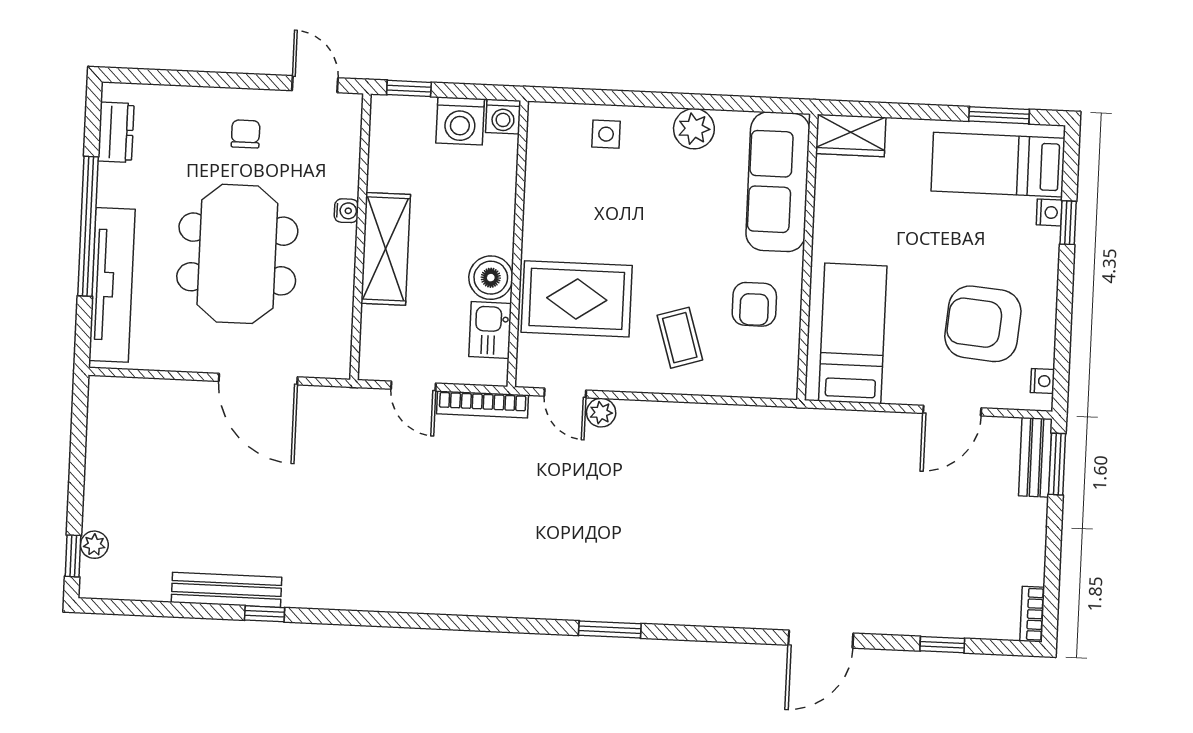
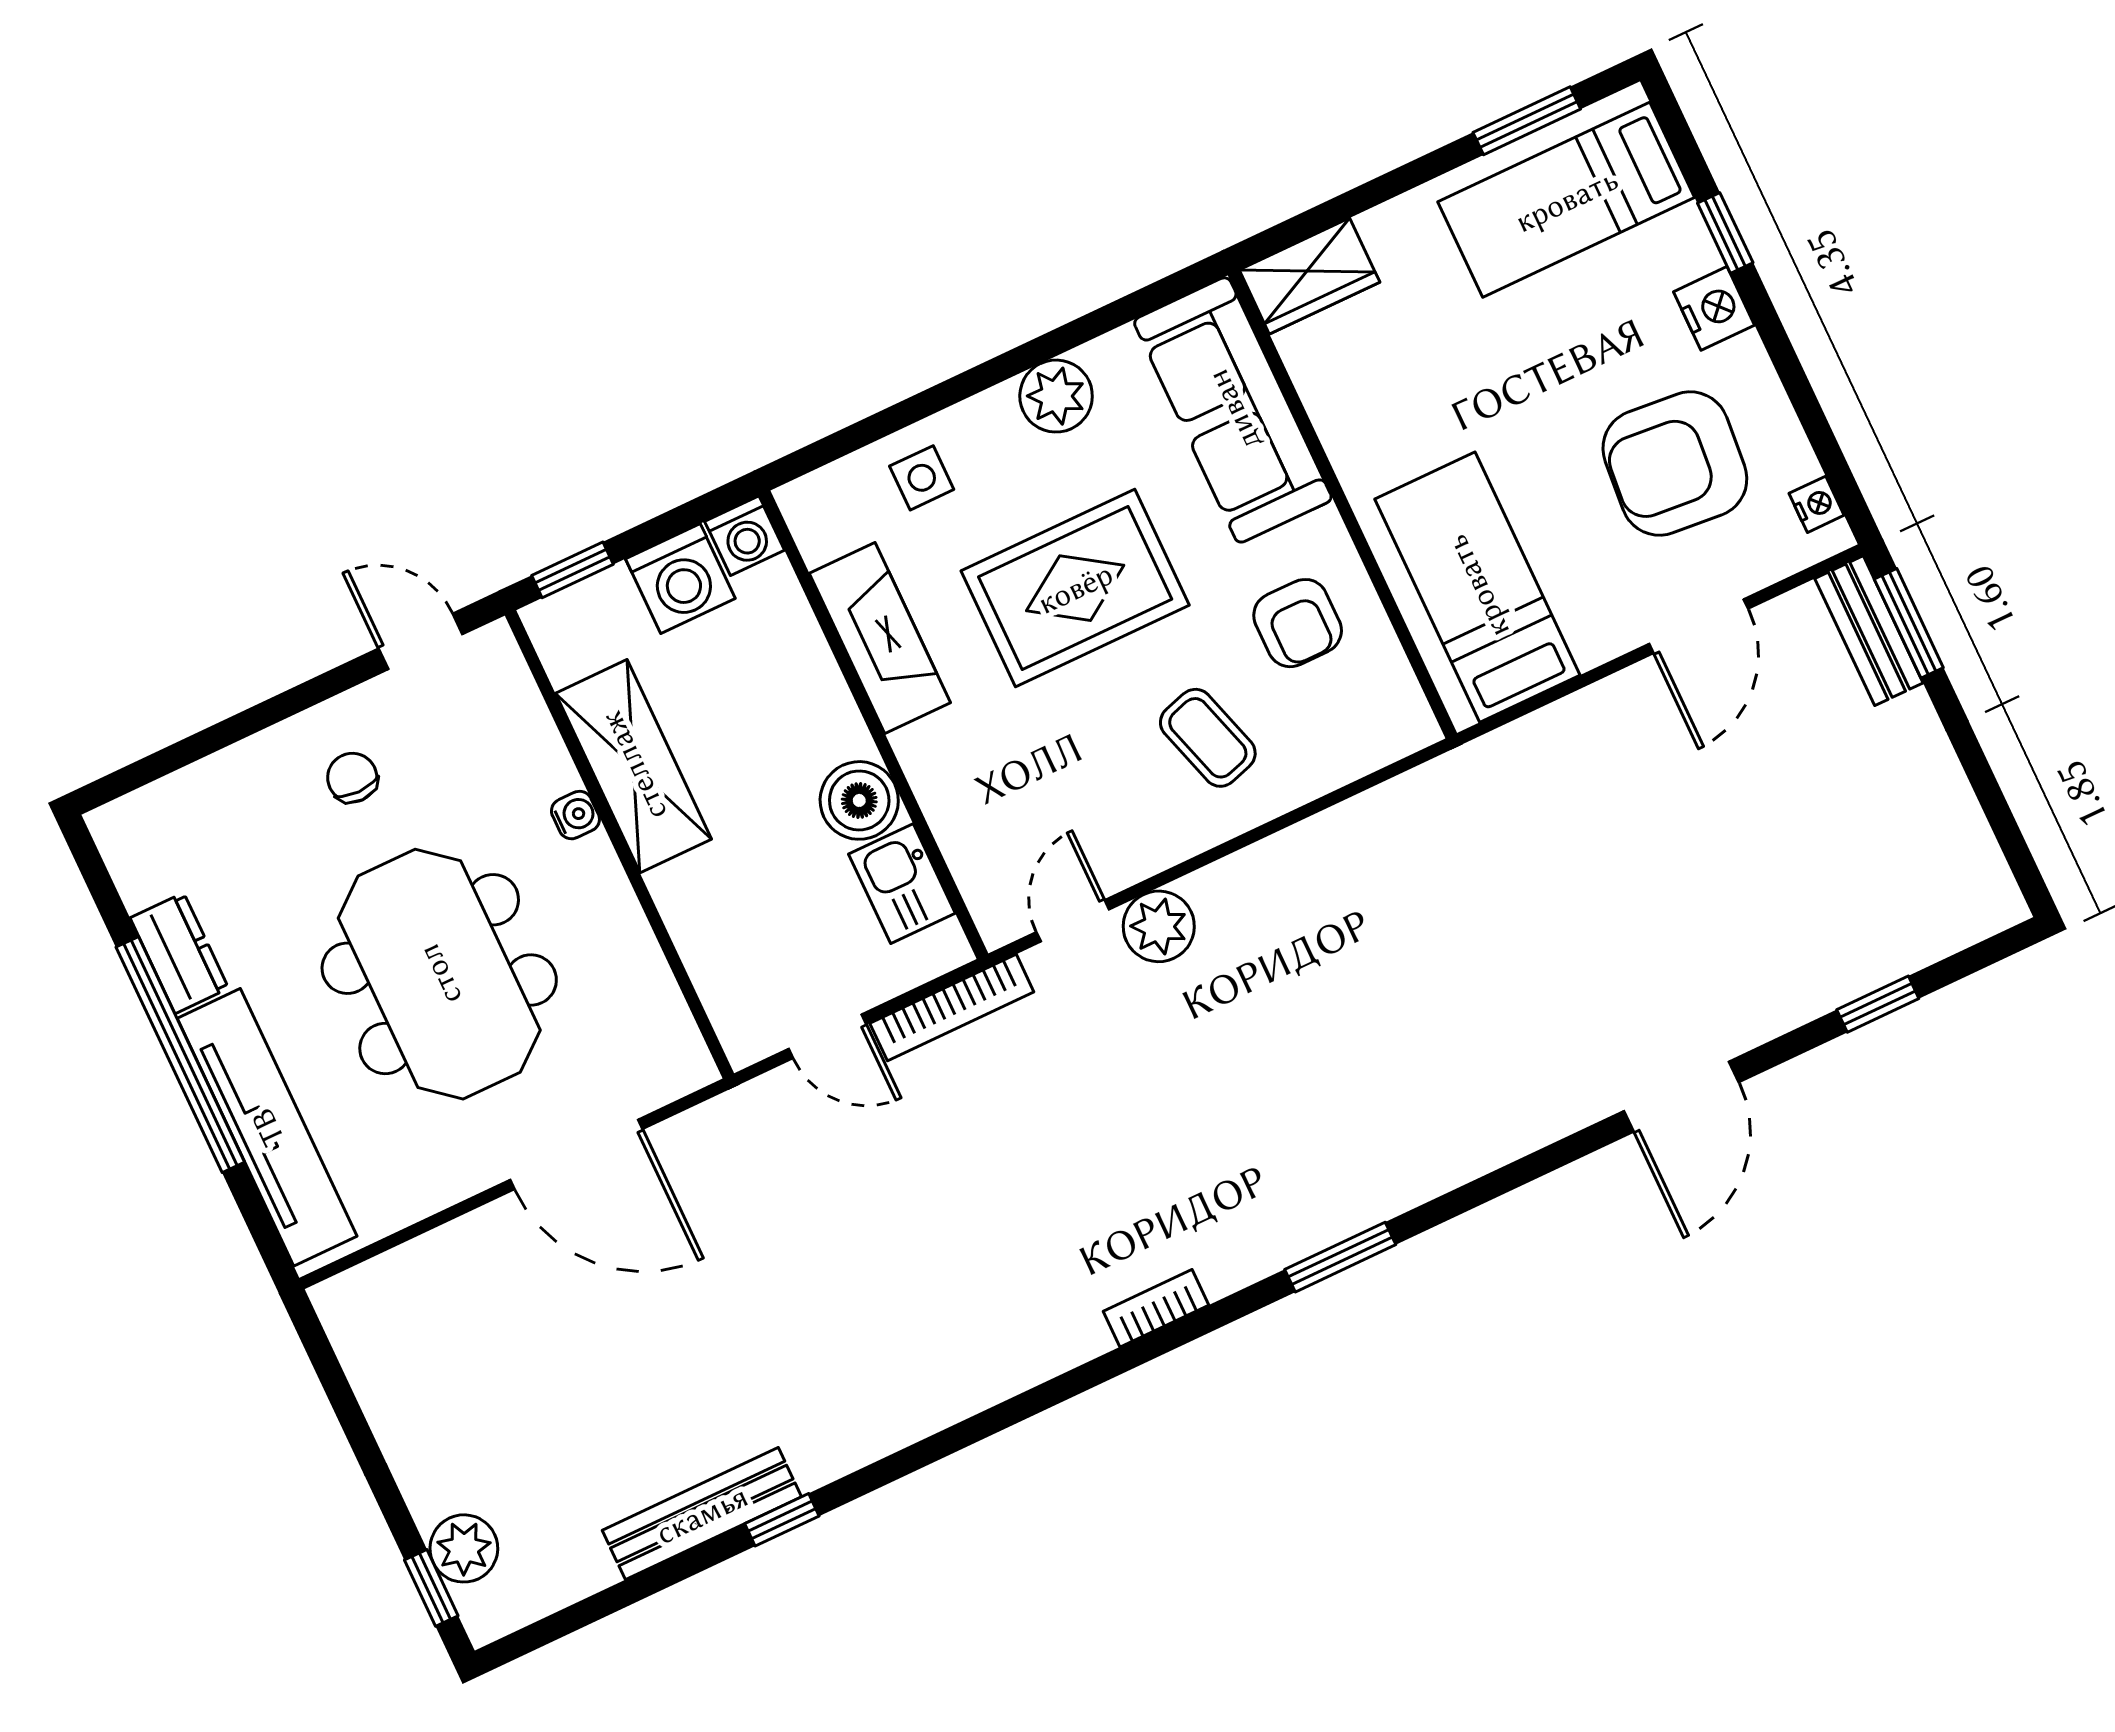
dresser: (116, 132) -> (179, 953), moved
fireplace: (543, 203) -> (880, 638), added
nightstand: (1049, 212) -> (1714, 308), moved, width x1.39, depth x1.35
shelving: (386, 249) -> (633, 766), moved
rug: (577, 299) -> (1075, 588), moved
door: (565, 393) -> (1073, 921), swing flipped
plant: (601, 413) -> (1159, 926), width x1.38, depth x1.38
plant: (94, 545) -> (464, 1548), width x1.38, depth x1.38
bookcase: (1032, 614) -> (1156, 1308), moved, turned 90

